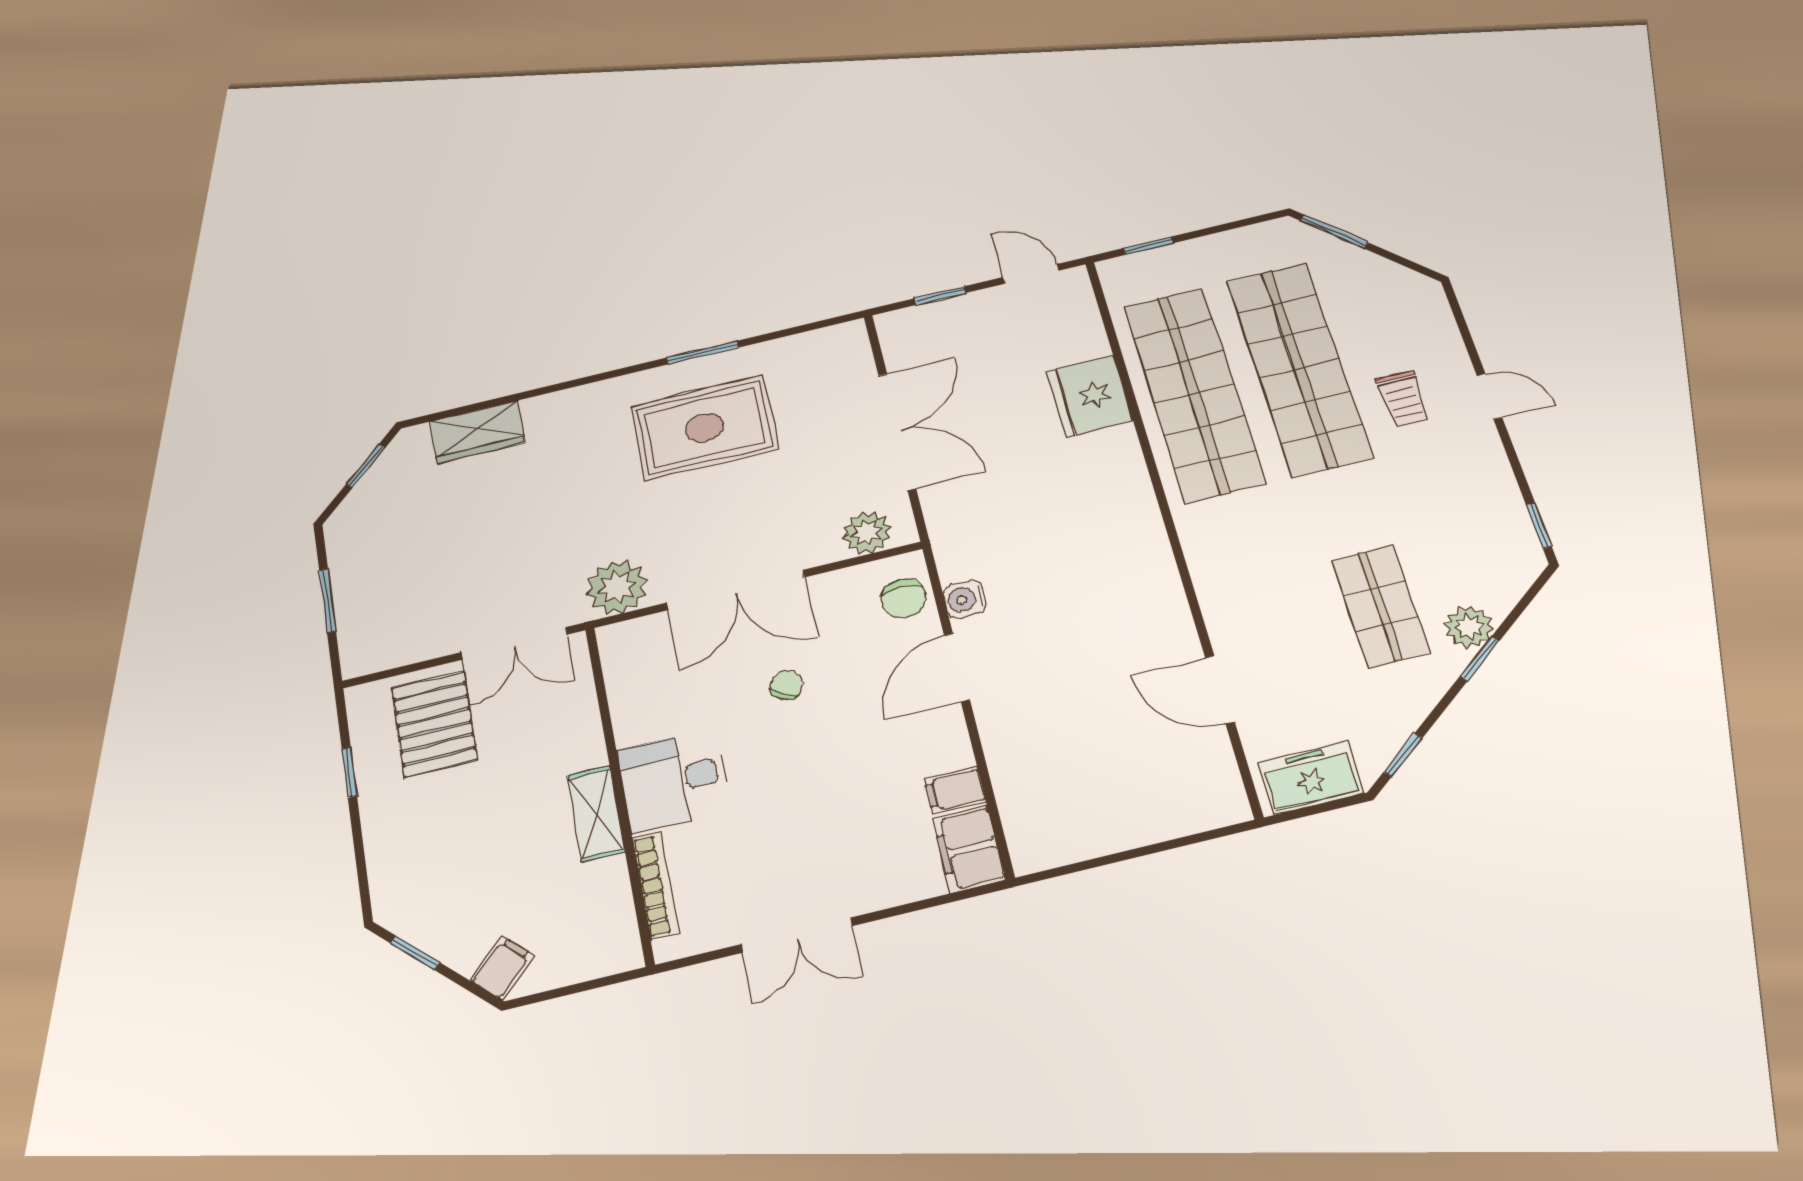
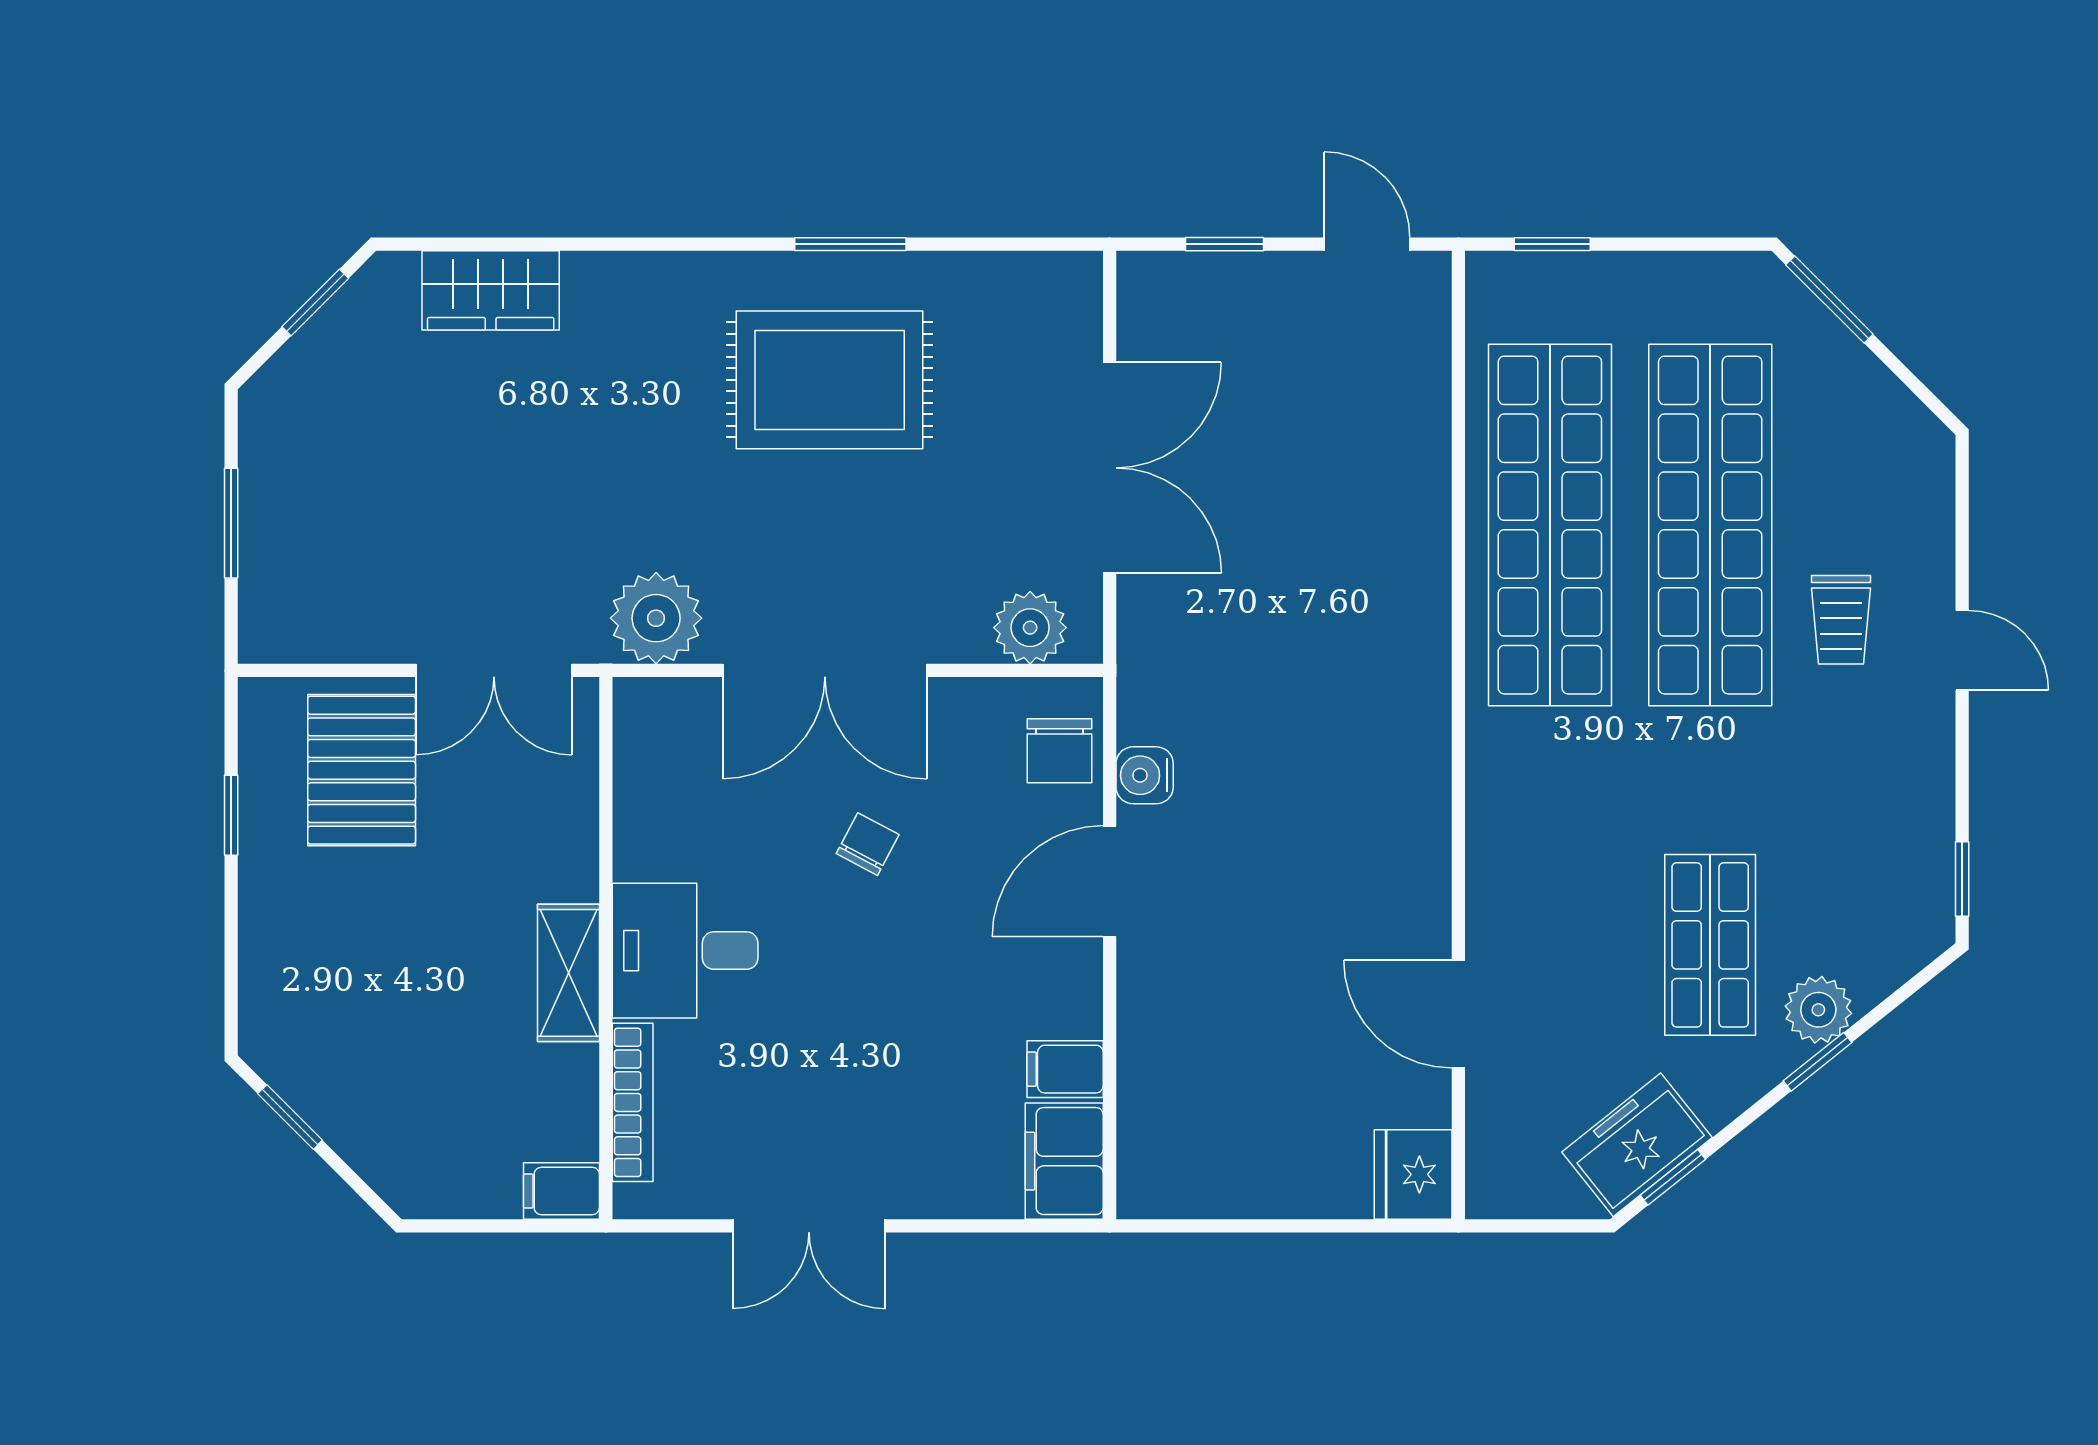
fridge: (1089, 396) -> (1413, 1174), moved, width x0.73, depth x0.75
freezer: (1311, 778) -> (1637, 1145), moved, turned -39
filing cabinet: (502, 968) -> (562, 1191), moved, turned -135

